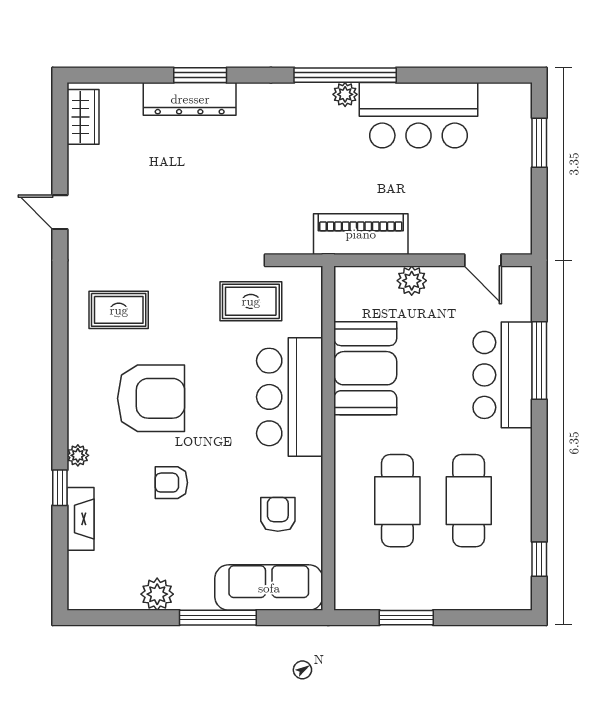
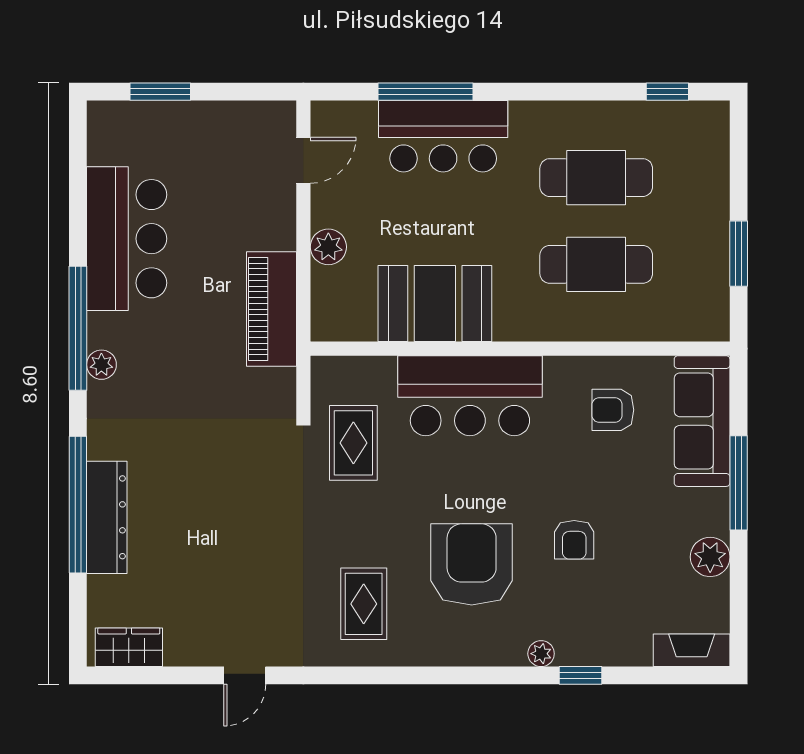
window: (200, 75) -> (78, 505), width x2.11
plant: (345, 94) -> (101, 365), moved
fireplace: (80, 519) -> (692, 650), moved

